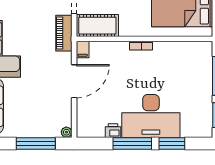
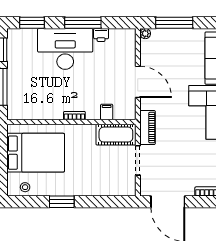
filing cabinet: (83, 49) -> (107, 112), moved
door: (74, 81) -> (138, 82), swing flipped
window: (172, 144) -> (32, 23), moved

